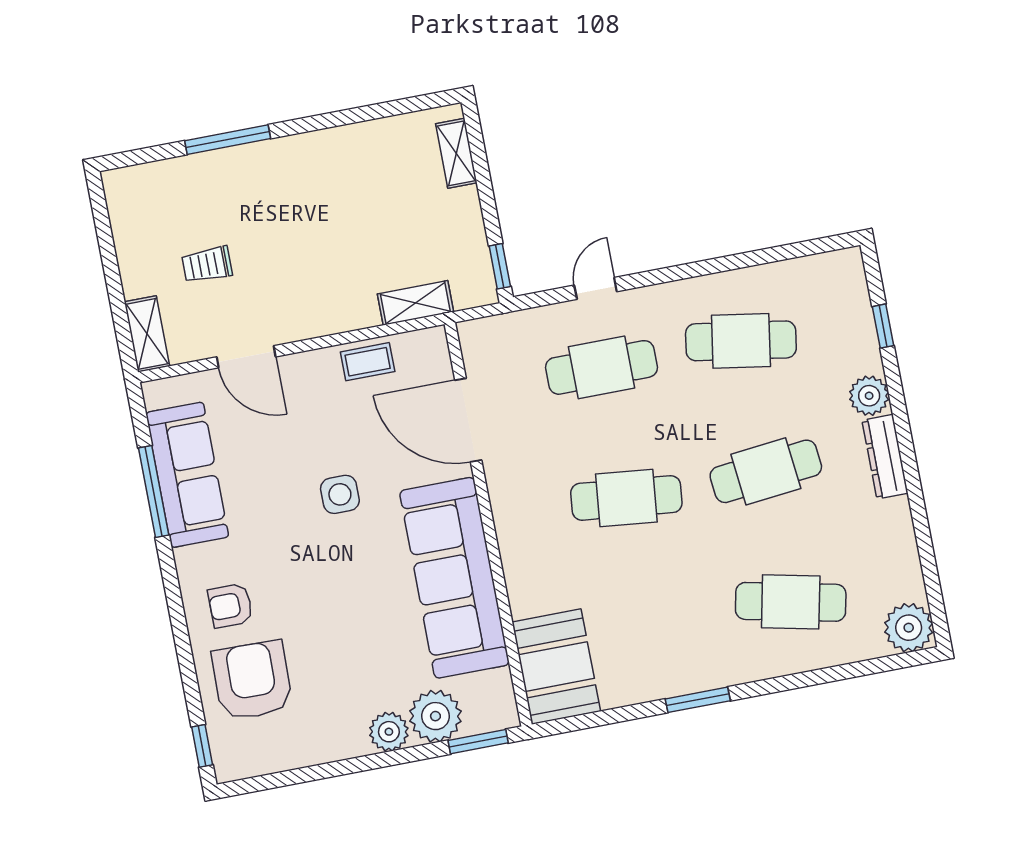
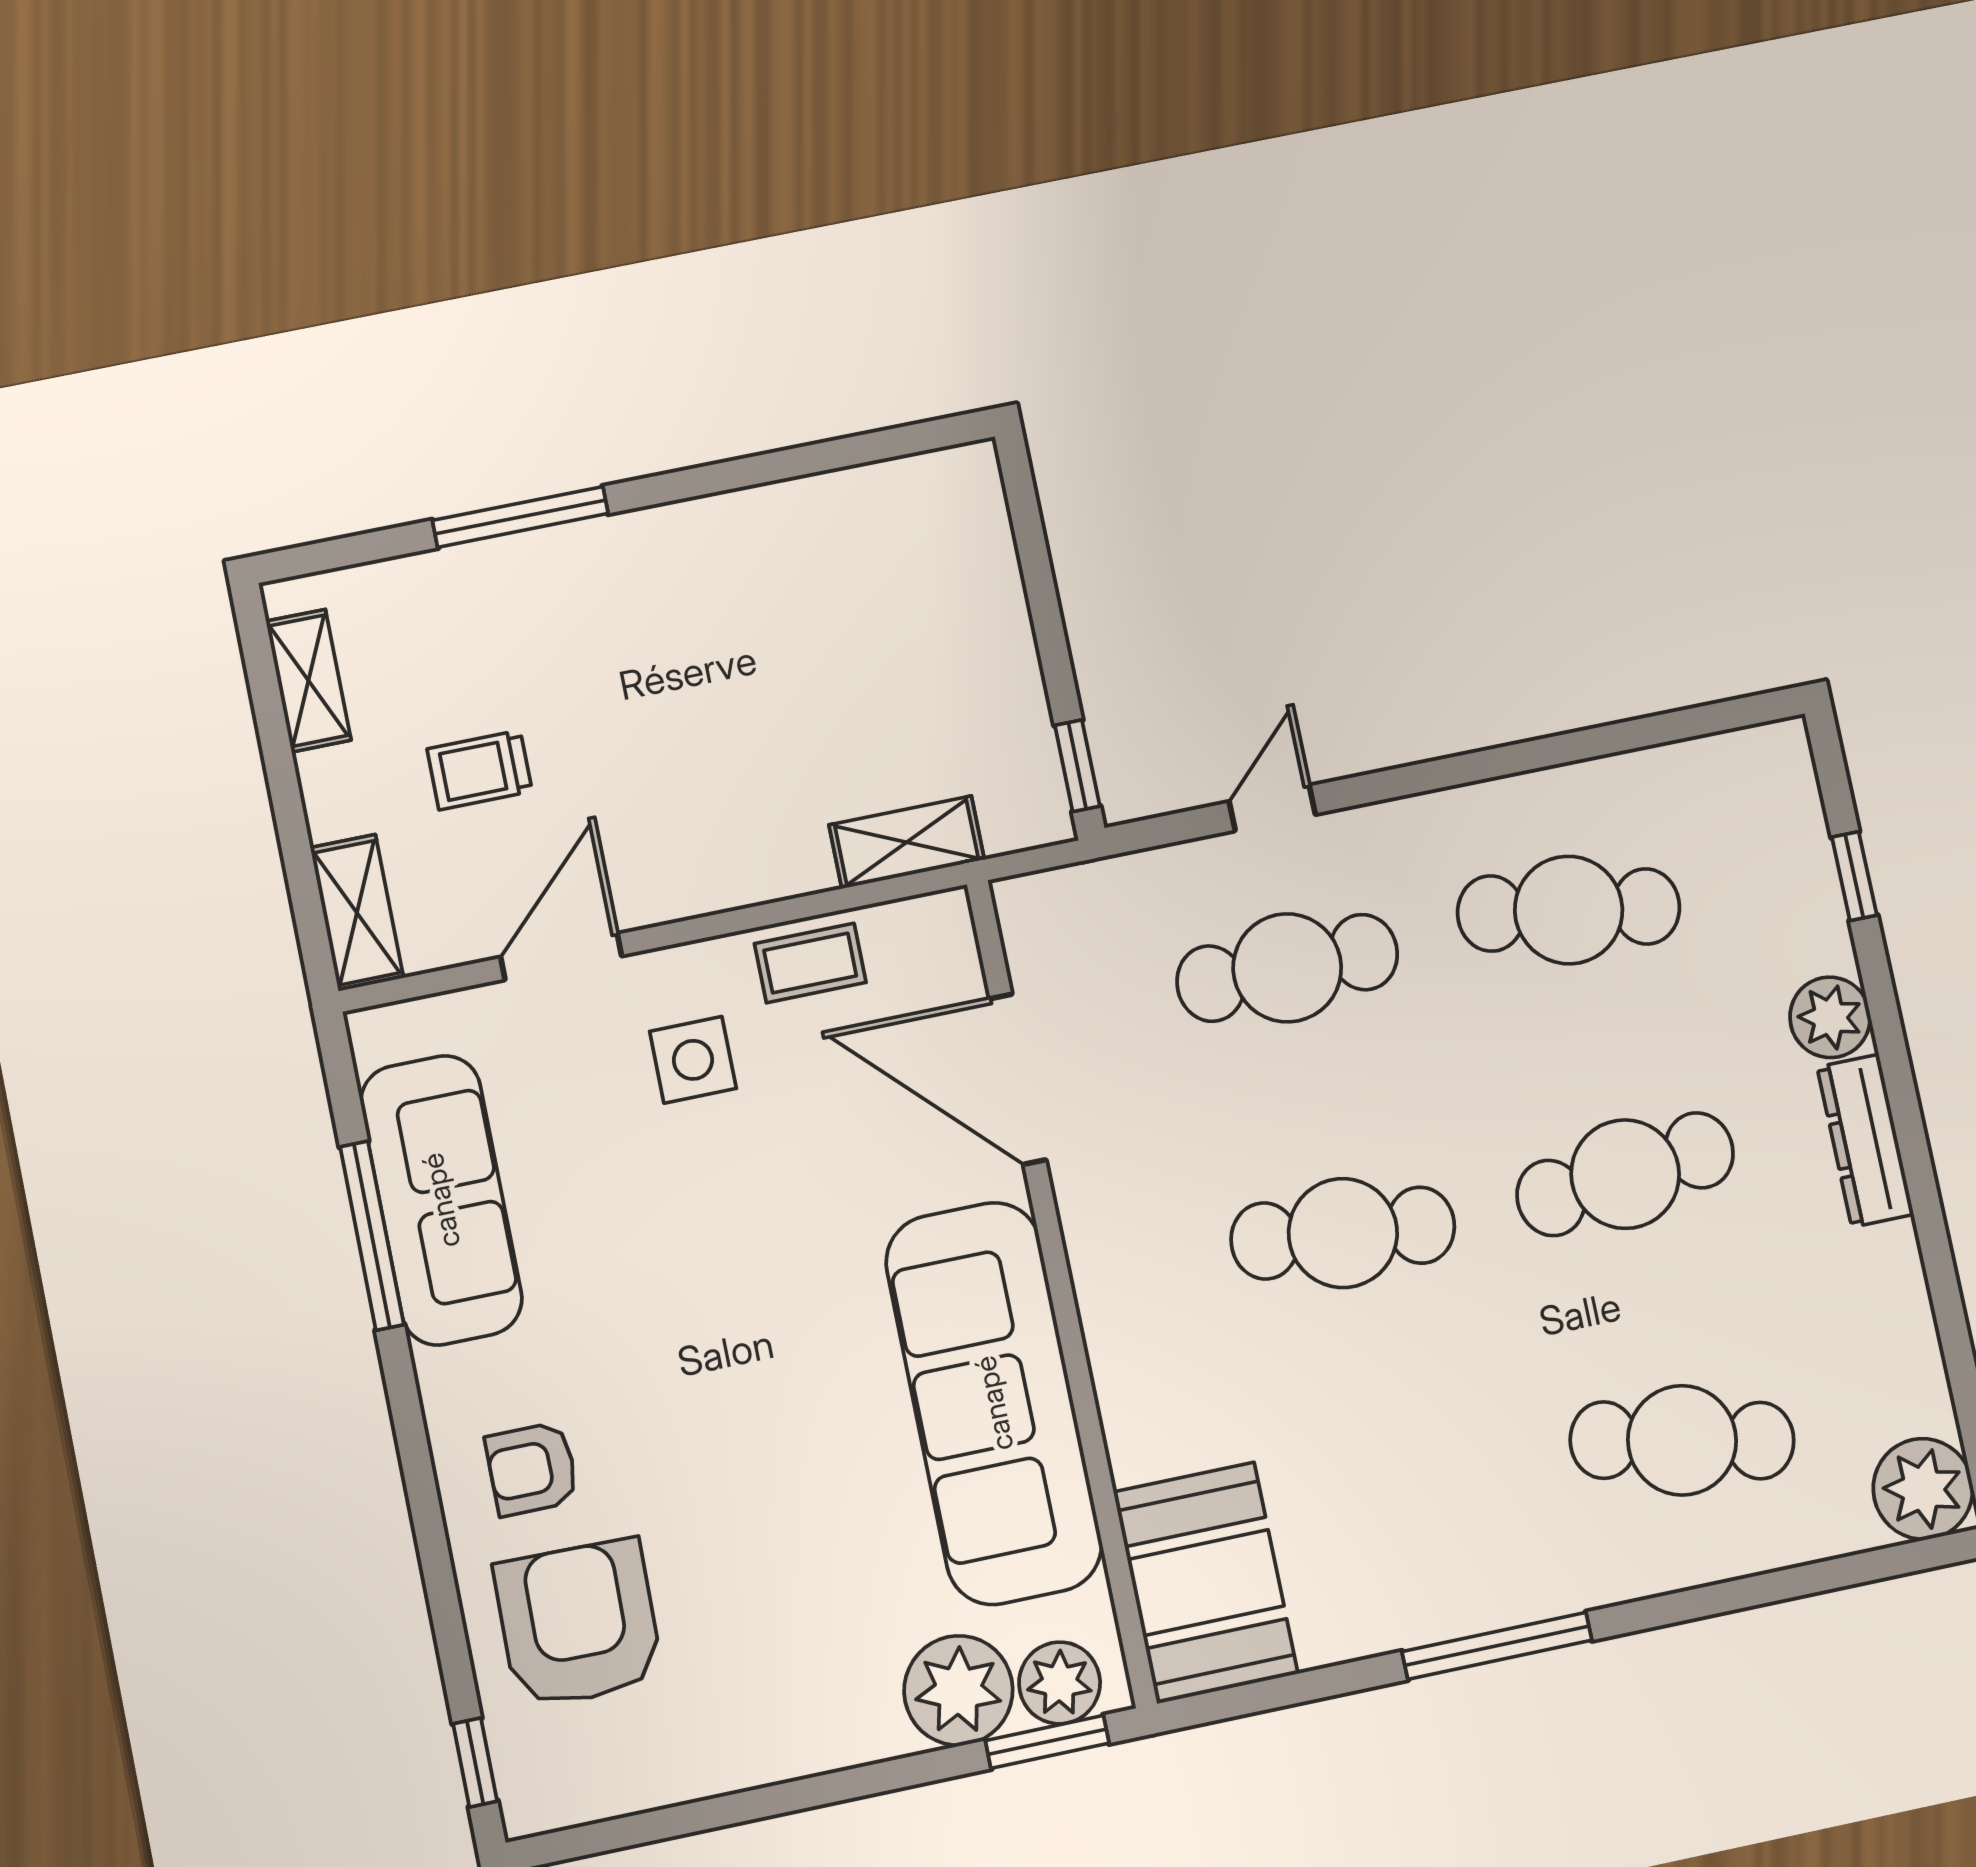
shelving: (456, 153) -> (308, 681), moved
door: (246, 357) -> (561, 957), swing flipped
side table: (340, 494) -> (693, 1060), moved
window: (698, 700) -> (1497, 1646), width x1.44
plant: (389, 732) -> (1060, 1683), moved

